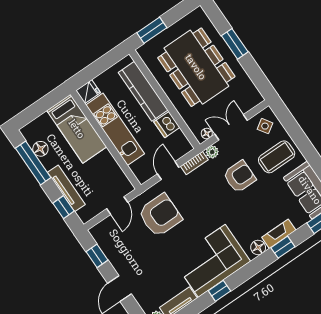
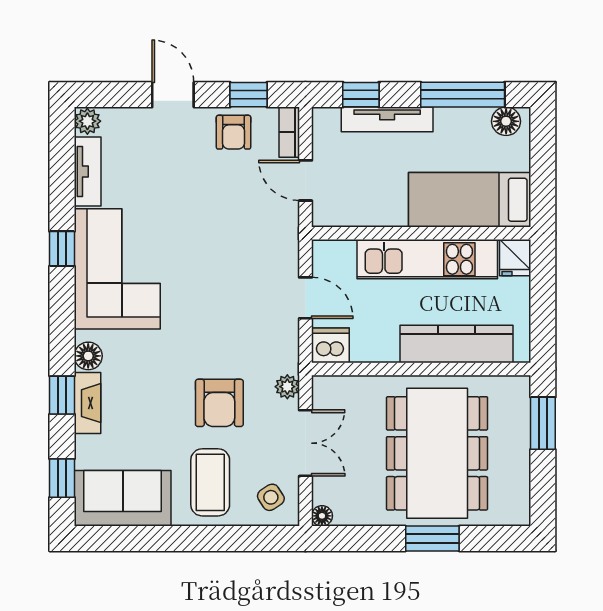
dining table: (196, 67) -> (437, 453), turned 90
dishwasher: (167, 125) -> (330, 345), moved
floor lamp: (207, 134) -> (322, 516), moved
floor lamp: (40, 149) -> (506, 121), moved
bookcase: (194, 163) -> (289, 132), moved
armchair: (160, 215) -> (233, 132), moved, width x0.53, depth x0.53

